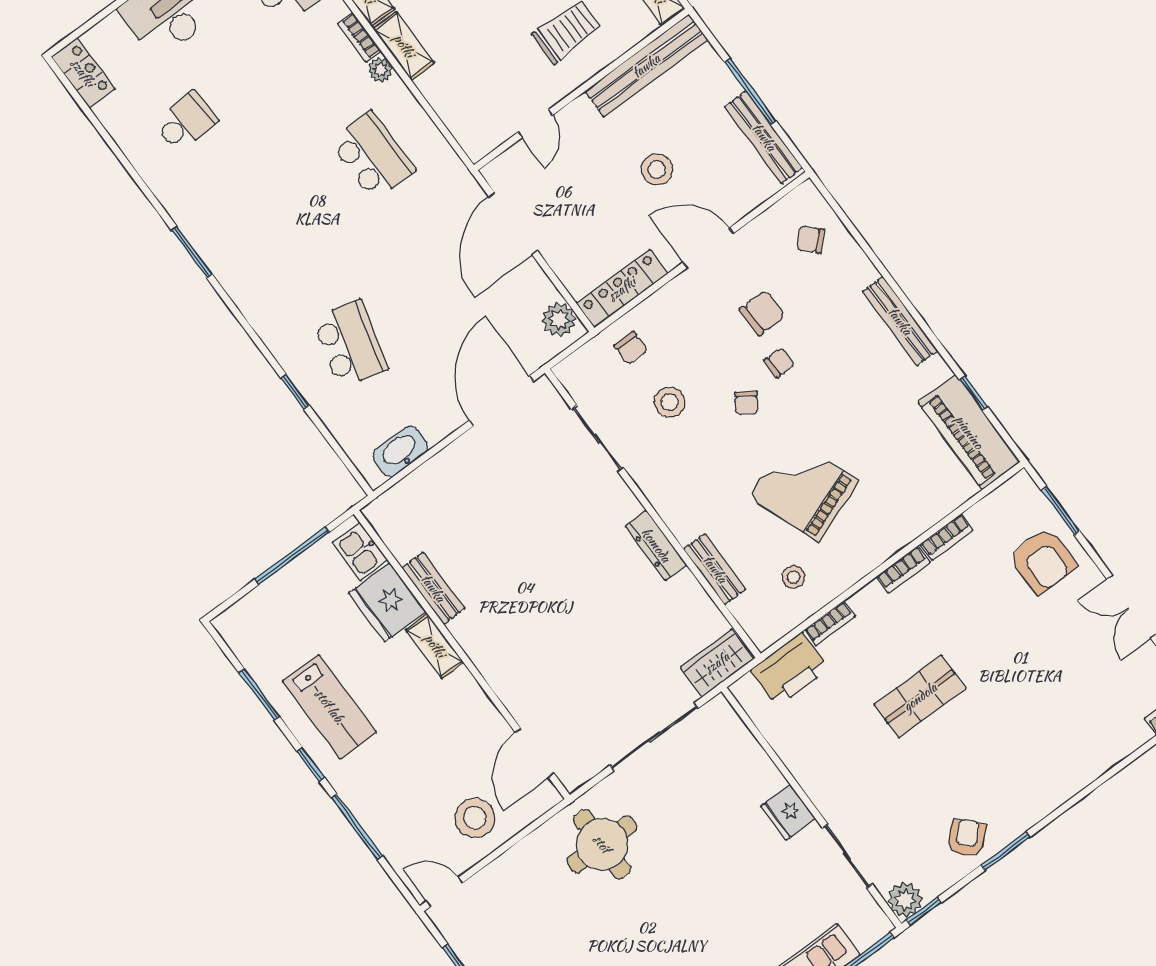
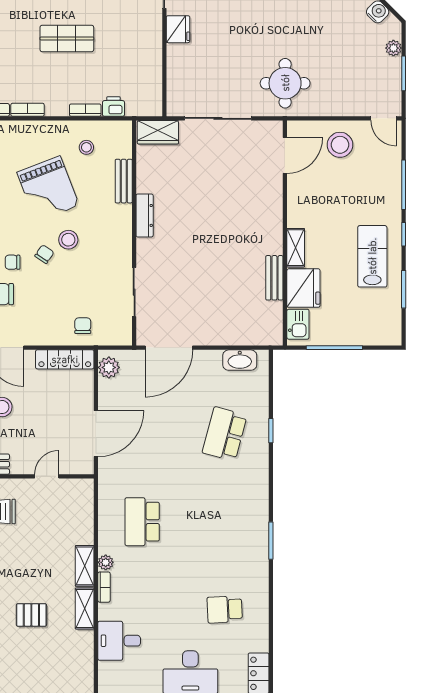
stool: (670, 402) -> (68, 240), moved
printer: (790, 669) -> (113, 106), width x0.53, depth x0.68

